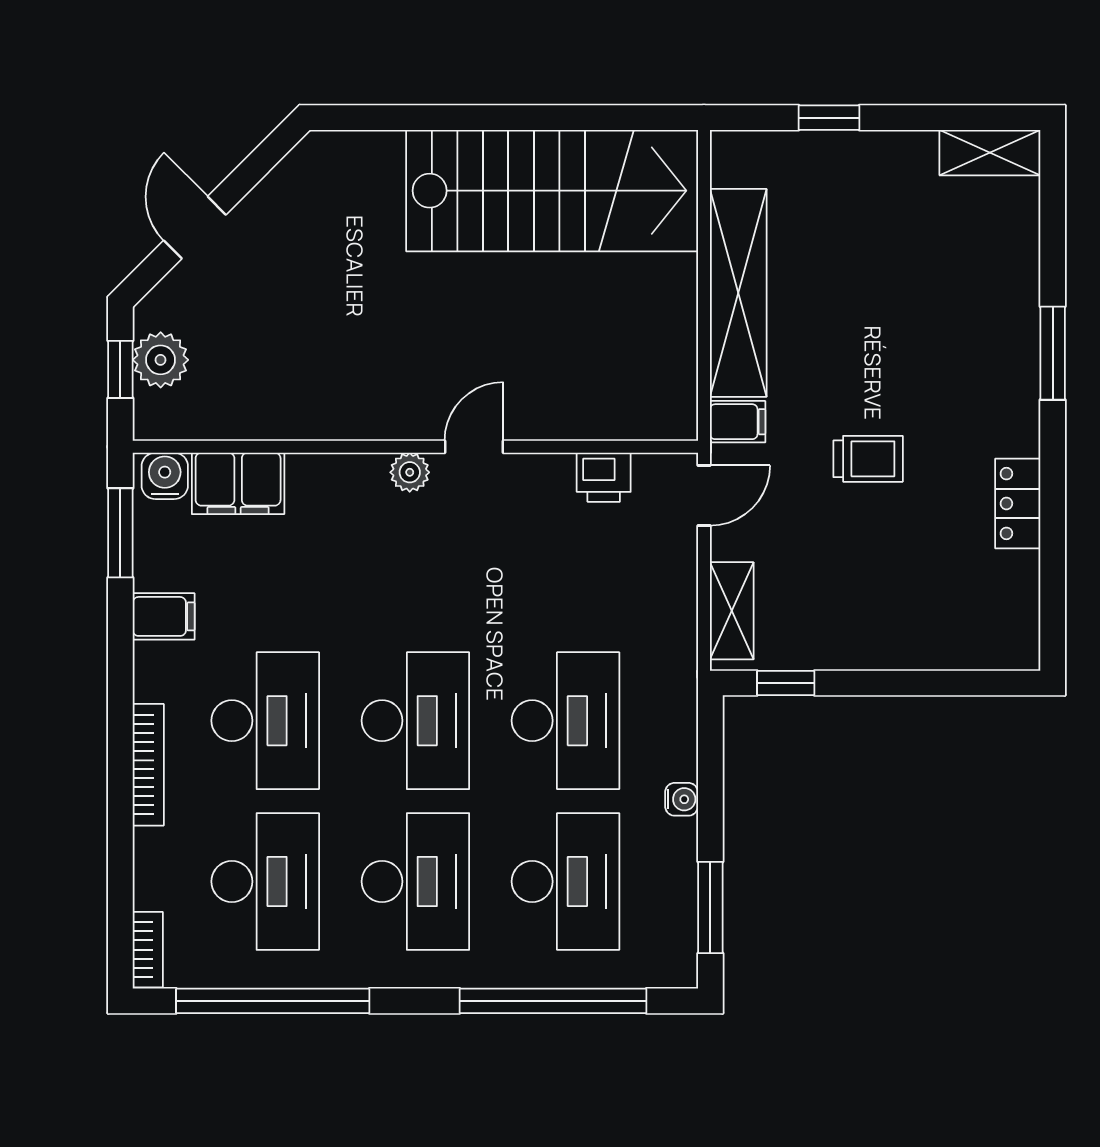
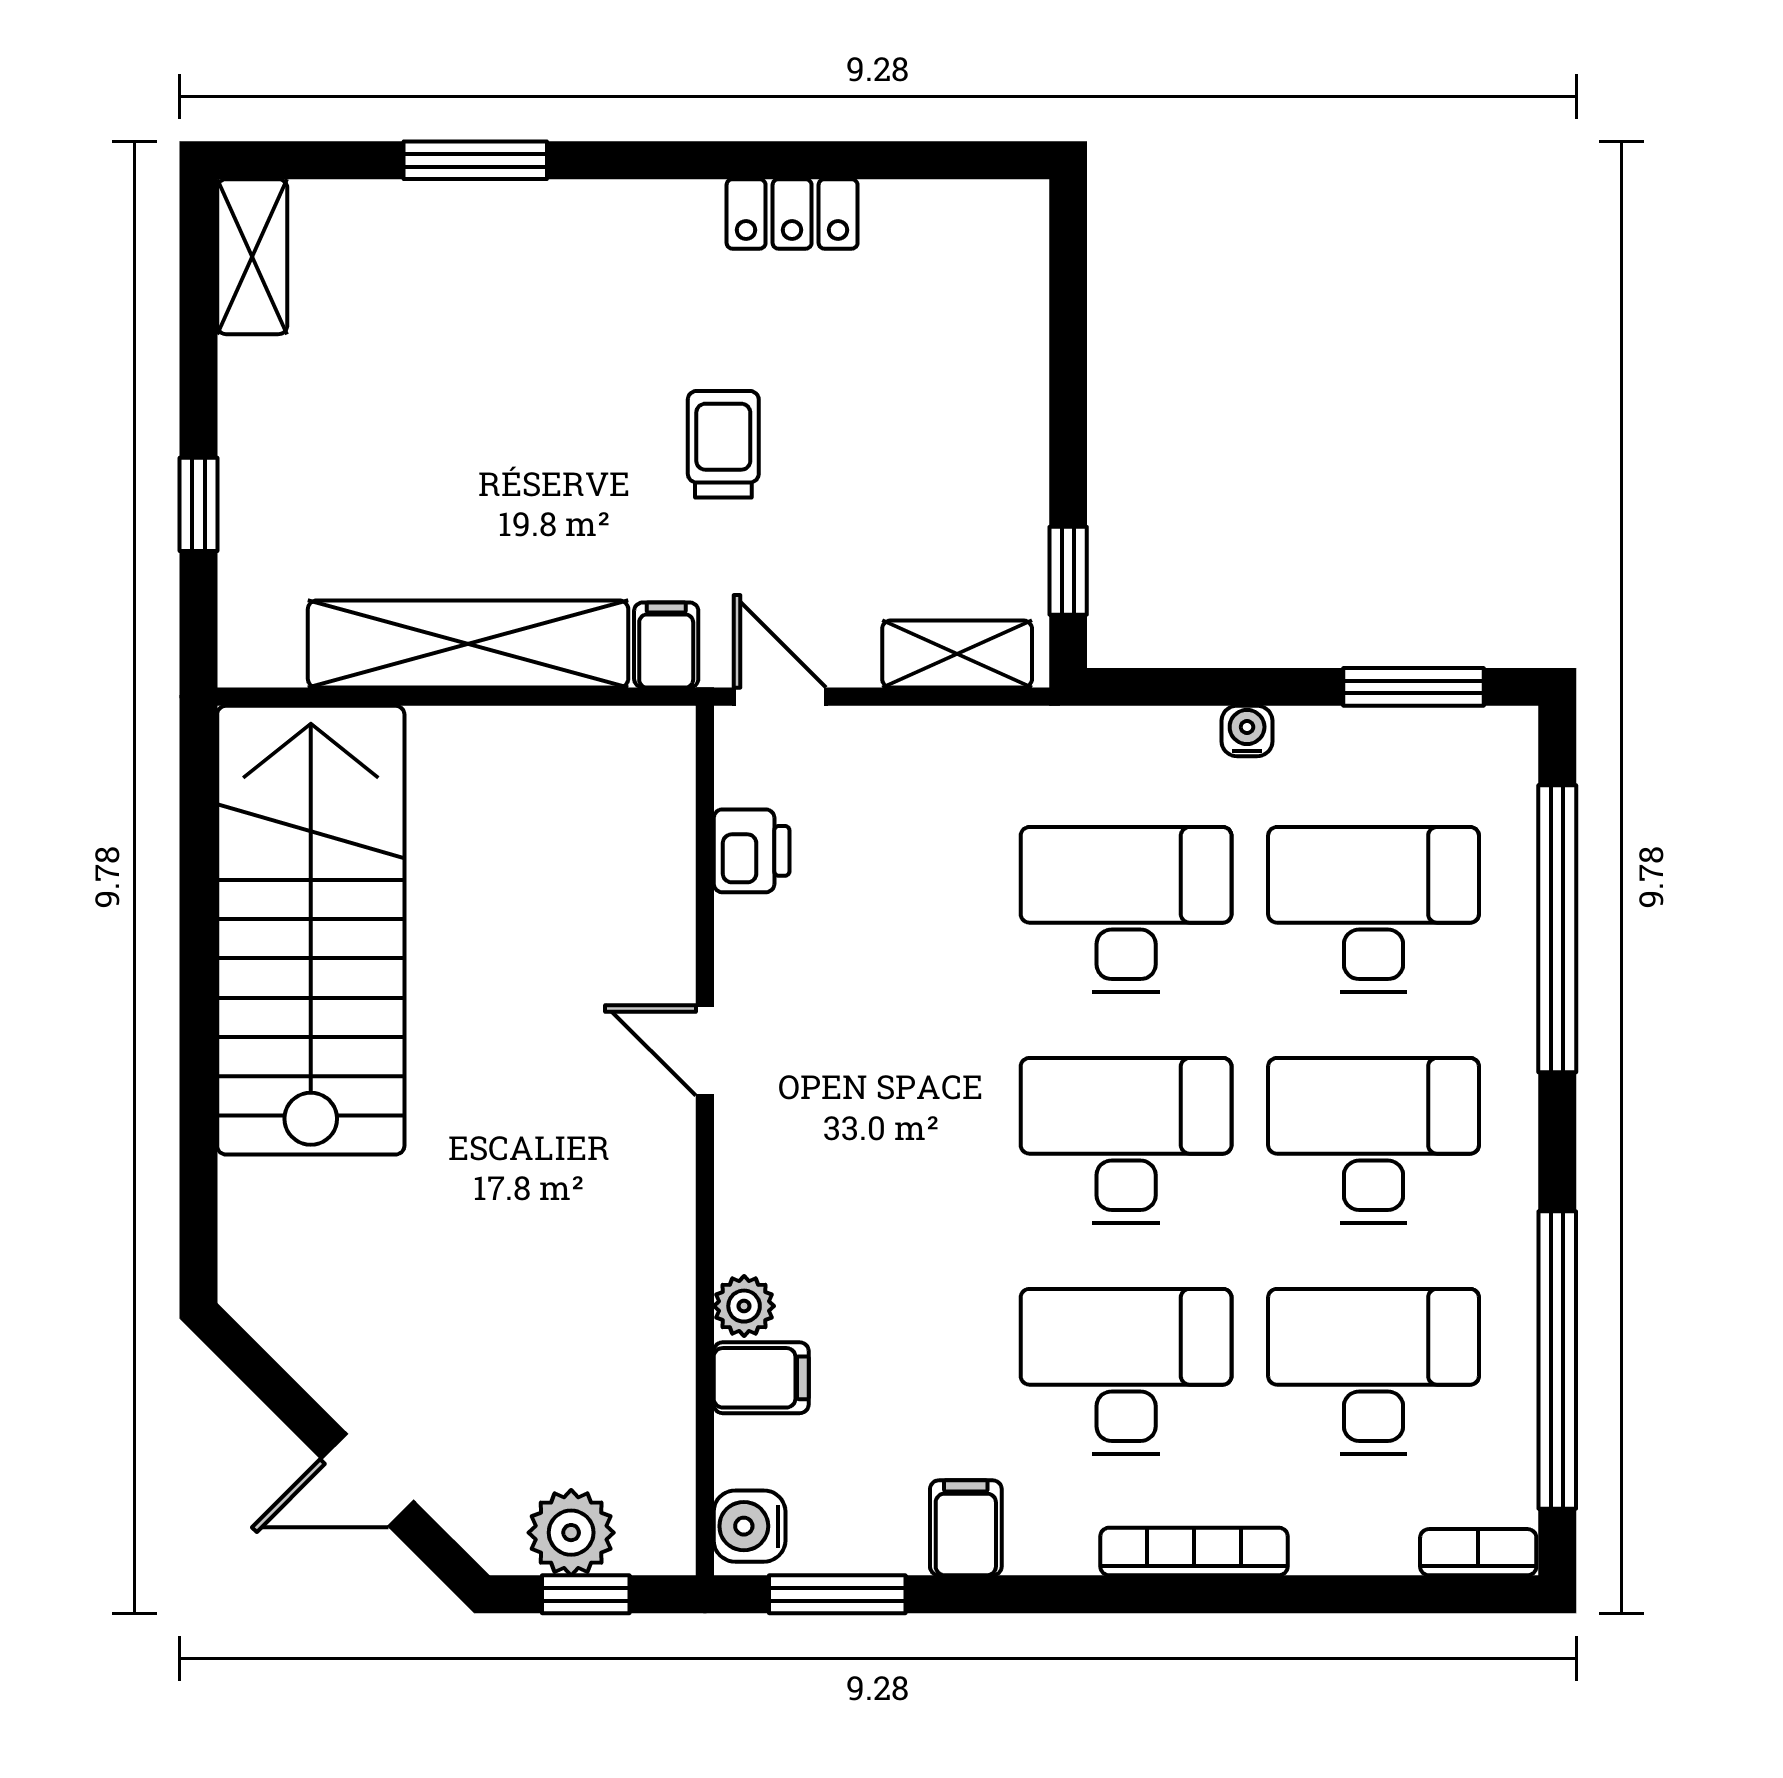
window: (1053, 353) -> (475, 160), moved
plant: (410, 472) -> (744, 1306), moved
filing cabinet: (238, 483) -> (761, 1378), width x0.50

